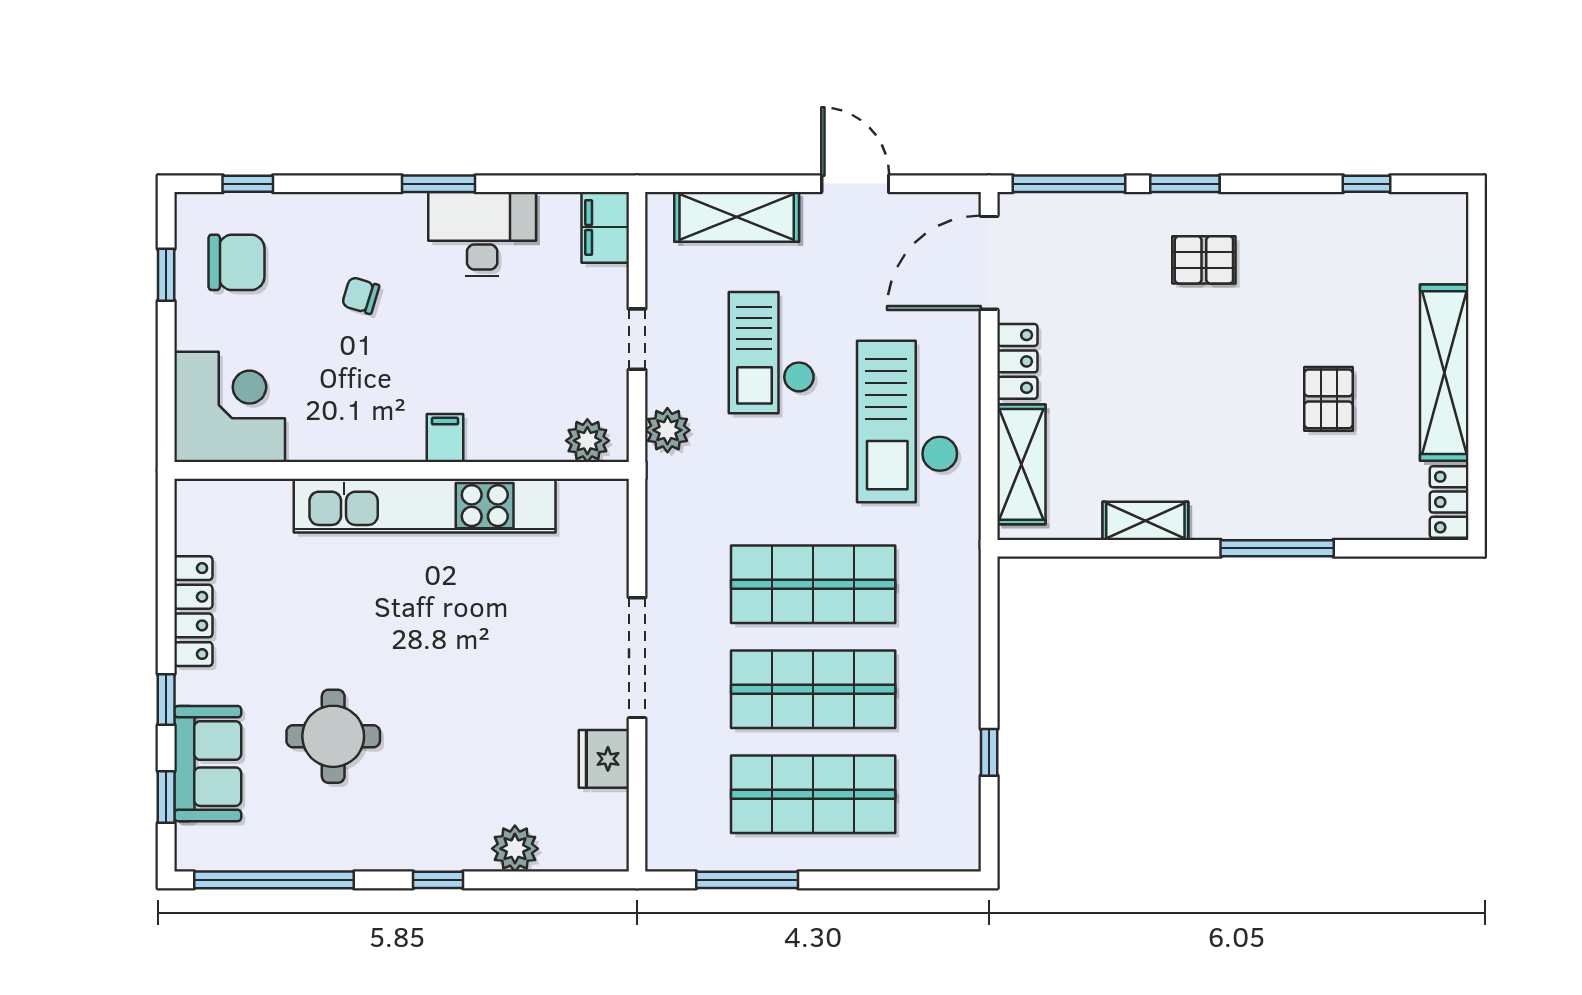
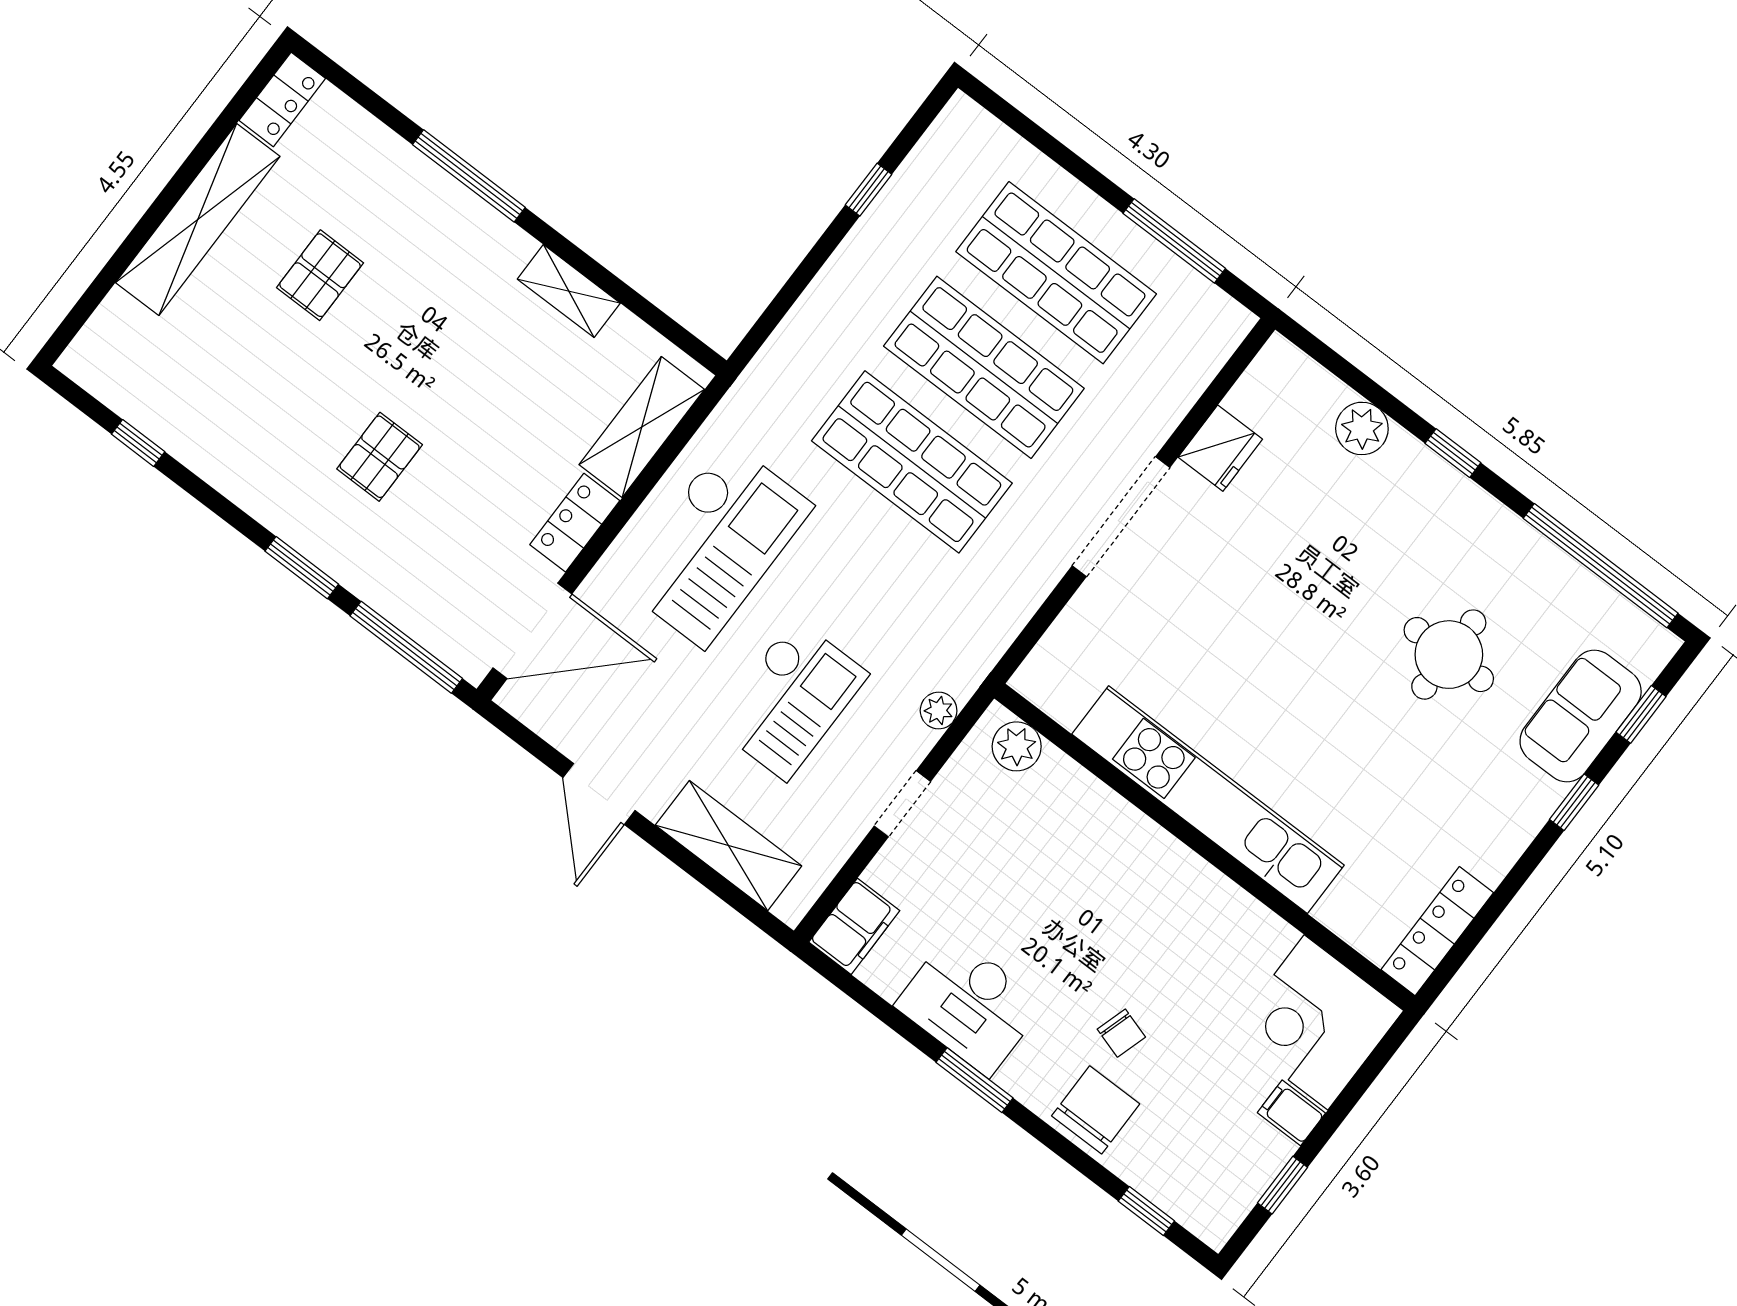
pallet: (1204, 260) -> (380, 457), moved, turned 90
chair: (236, 262) -> (1096, 1110), moved, turned 90
plant: (667, 430) -> (939, 711), width x0.73, depth x0.73
filing cabinet: (445, 438) -> (1291, 1113), moved, turned 90
locker: (193, 611) -> (1437, 931), moved

